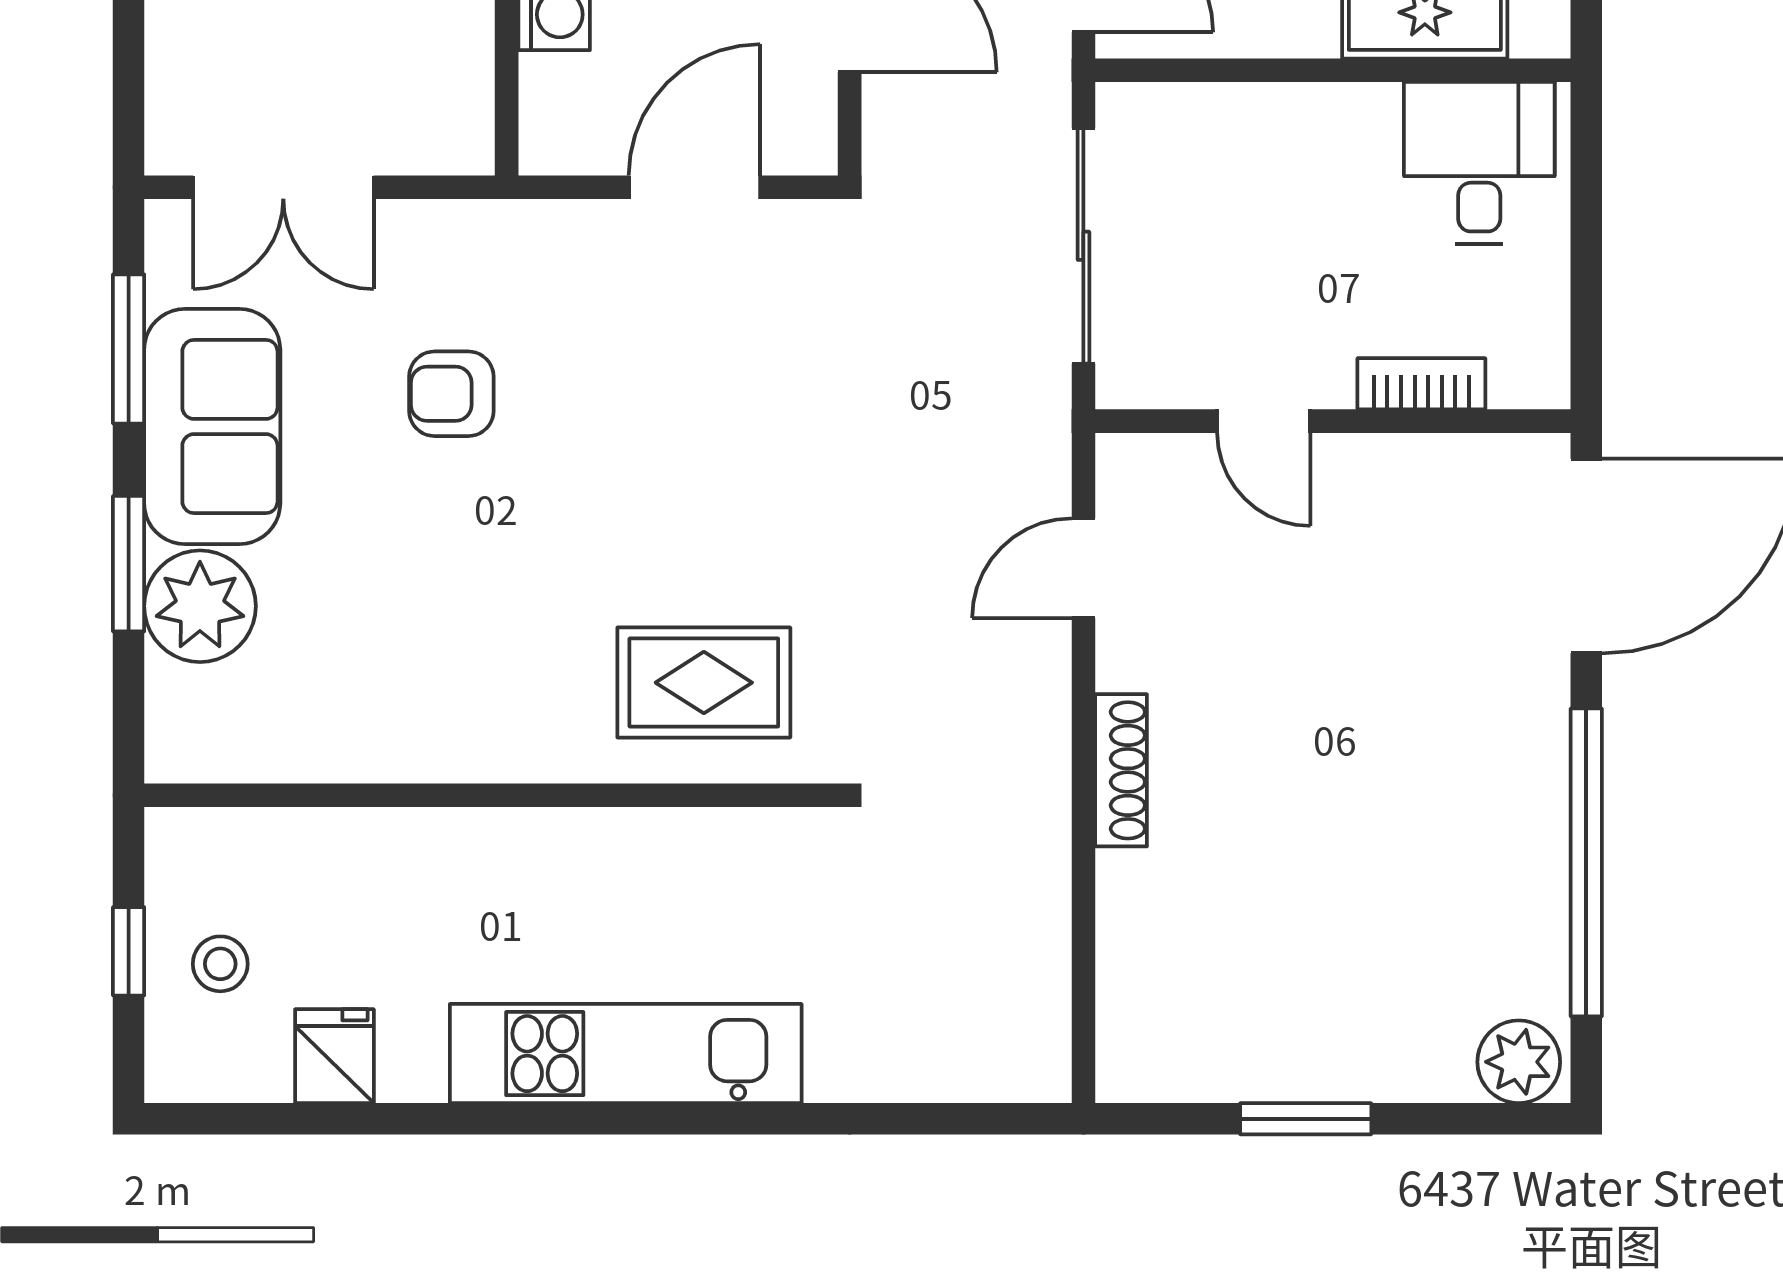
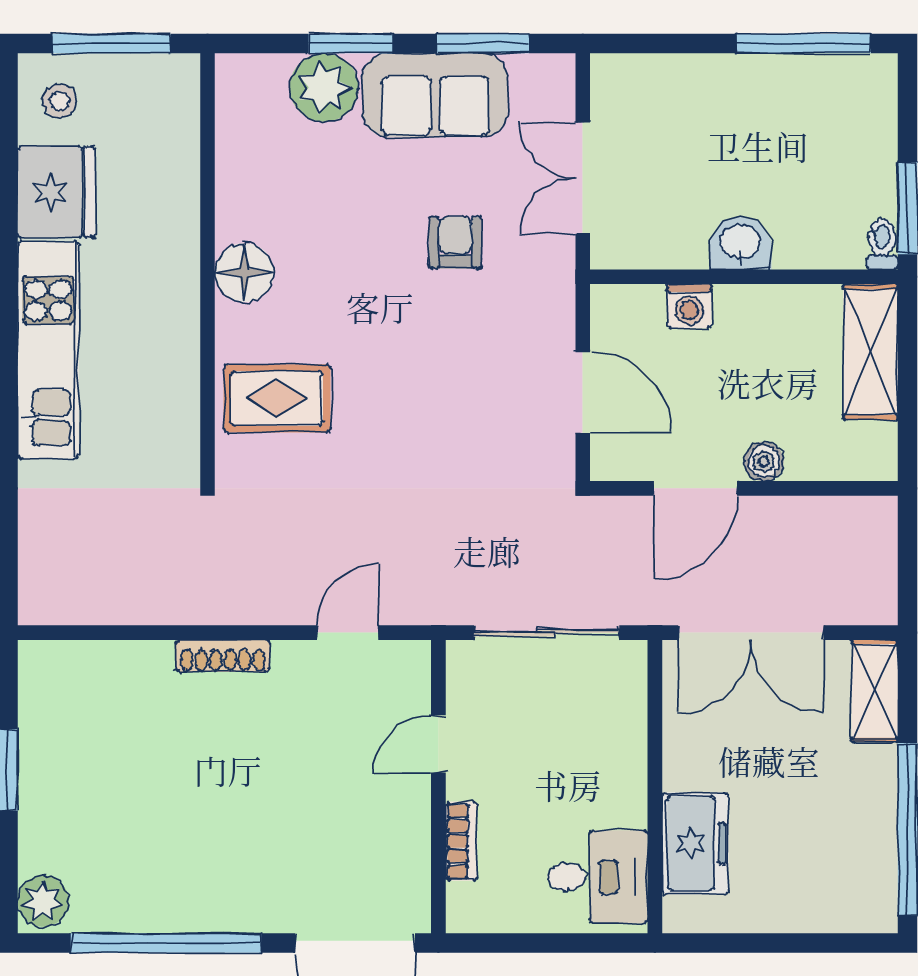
double door: (283, 187) -> (583, 178), moved
door: (1083, 568) -> (348, 633), hinge flipped
rug: (704, 683) -> (277, 398), turned 90
floor lamp: (500, 736) -> (244, 273), added
window: (129, 951) -> (111, 43), width x2.17
stool: (220, 964) -> (60, 101), moved
fridge: (334, 1056) -> (56, 192), width x1.88, depth x1.34

